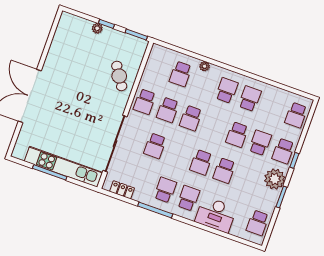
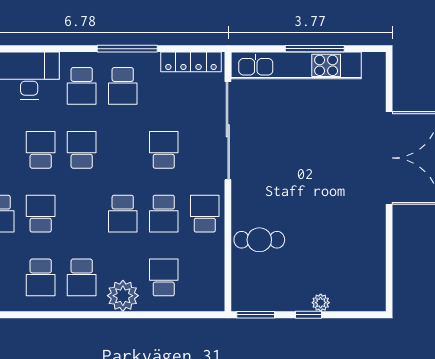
plant: (205, 66) -> (123, 296), width x1.87, depth x1.87
cafe table: (119, 76) -> (259, 240), turned -57
school desk: (168, 110) -> (164, 214), turned 180
school desk: (191, 118) -> (123, 214), turned 180
locker: (122, 190) -> (191, 62), width x1.53

